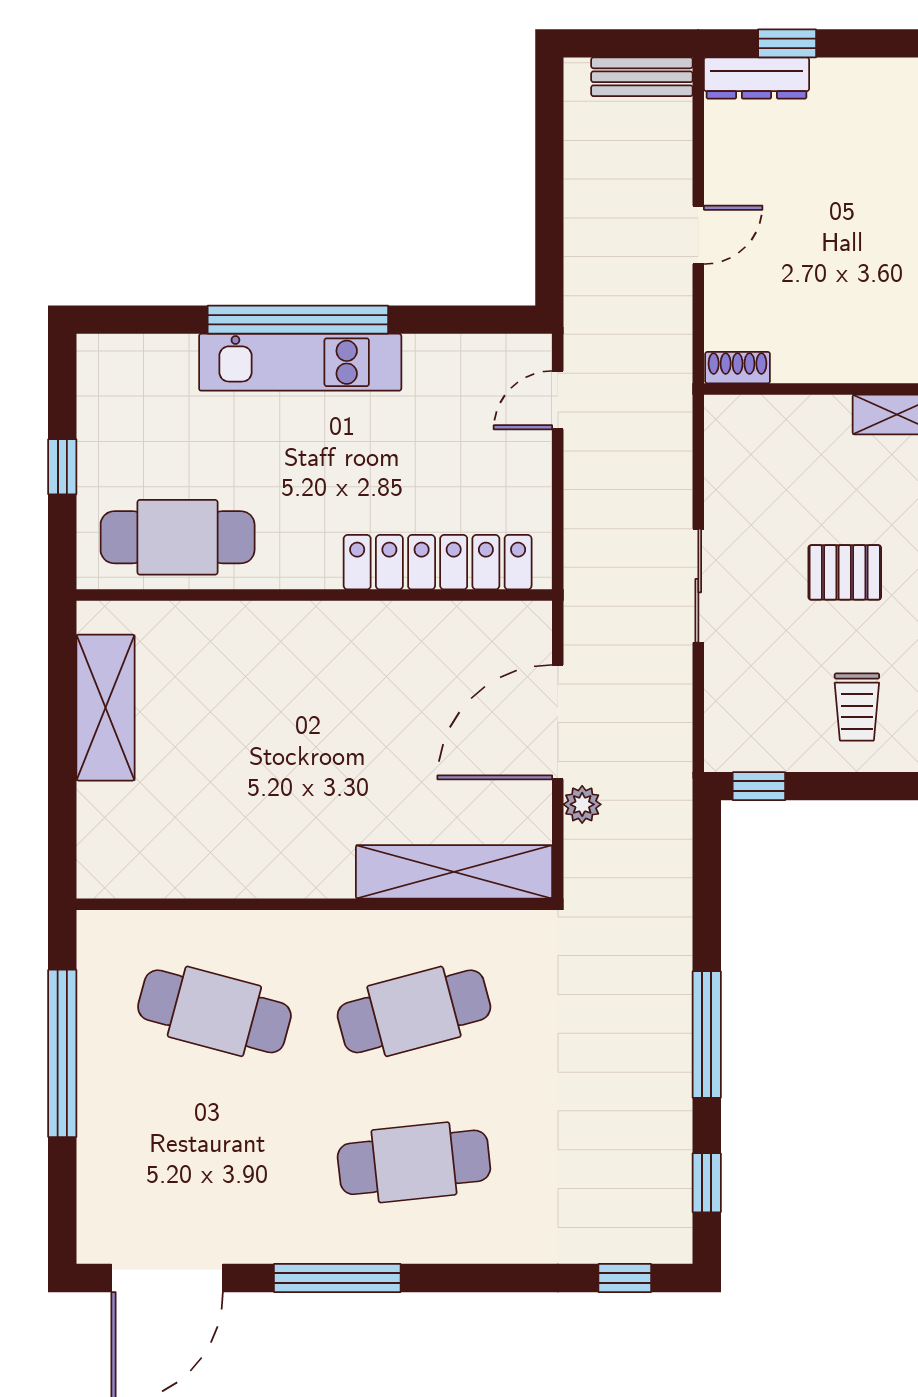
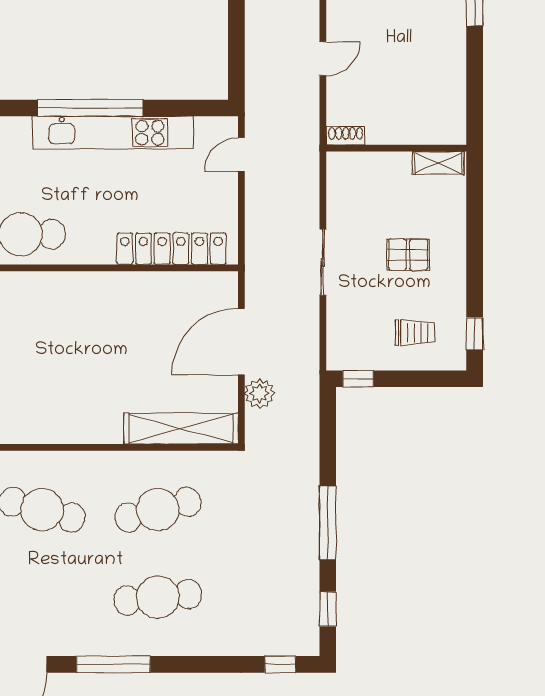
kitchen unit: (300, 362) -> (113, 133), width x1.36
trolley: (857, 707) -> (415, 333), turned -90
plant: (582, 804) -> (260, 394), width x1.38, depth x1.38

